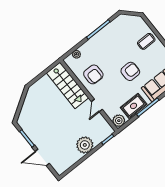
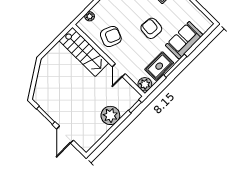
armchair: (130, 71) -> (151, 28), turned -84
armchair: (93, 74) -> (111, 36), turned -67
door: (42, 157) -> (65, 135), hinge flipped

